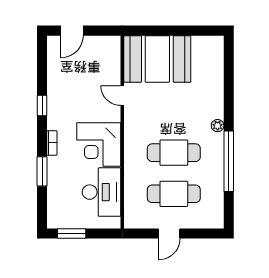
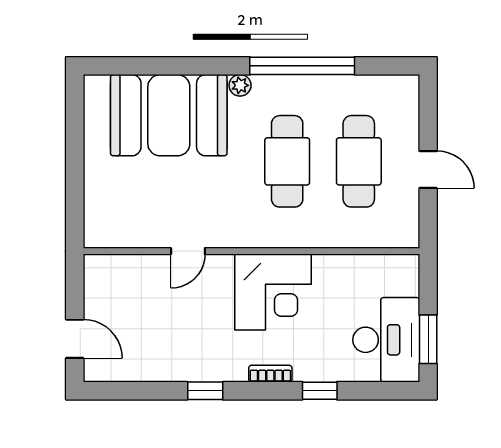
booth: (157, 59) -> (169, 115), moved, turned 90
window: (42, 171) -> (320, 391), width x0.67
desk: (101, 192) -> (386, 340), moved, turned 90

